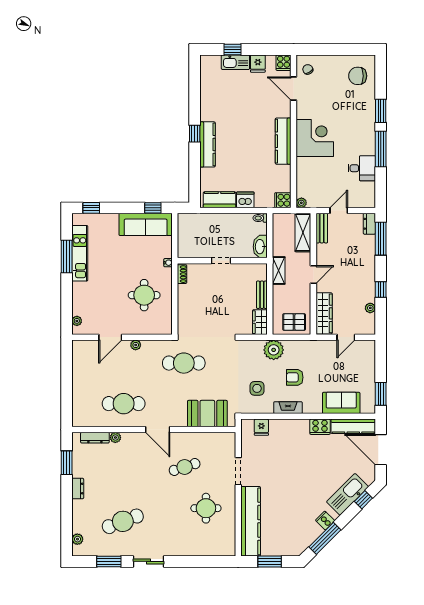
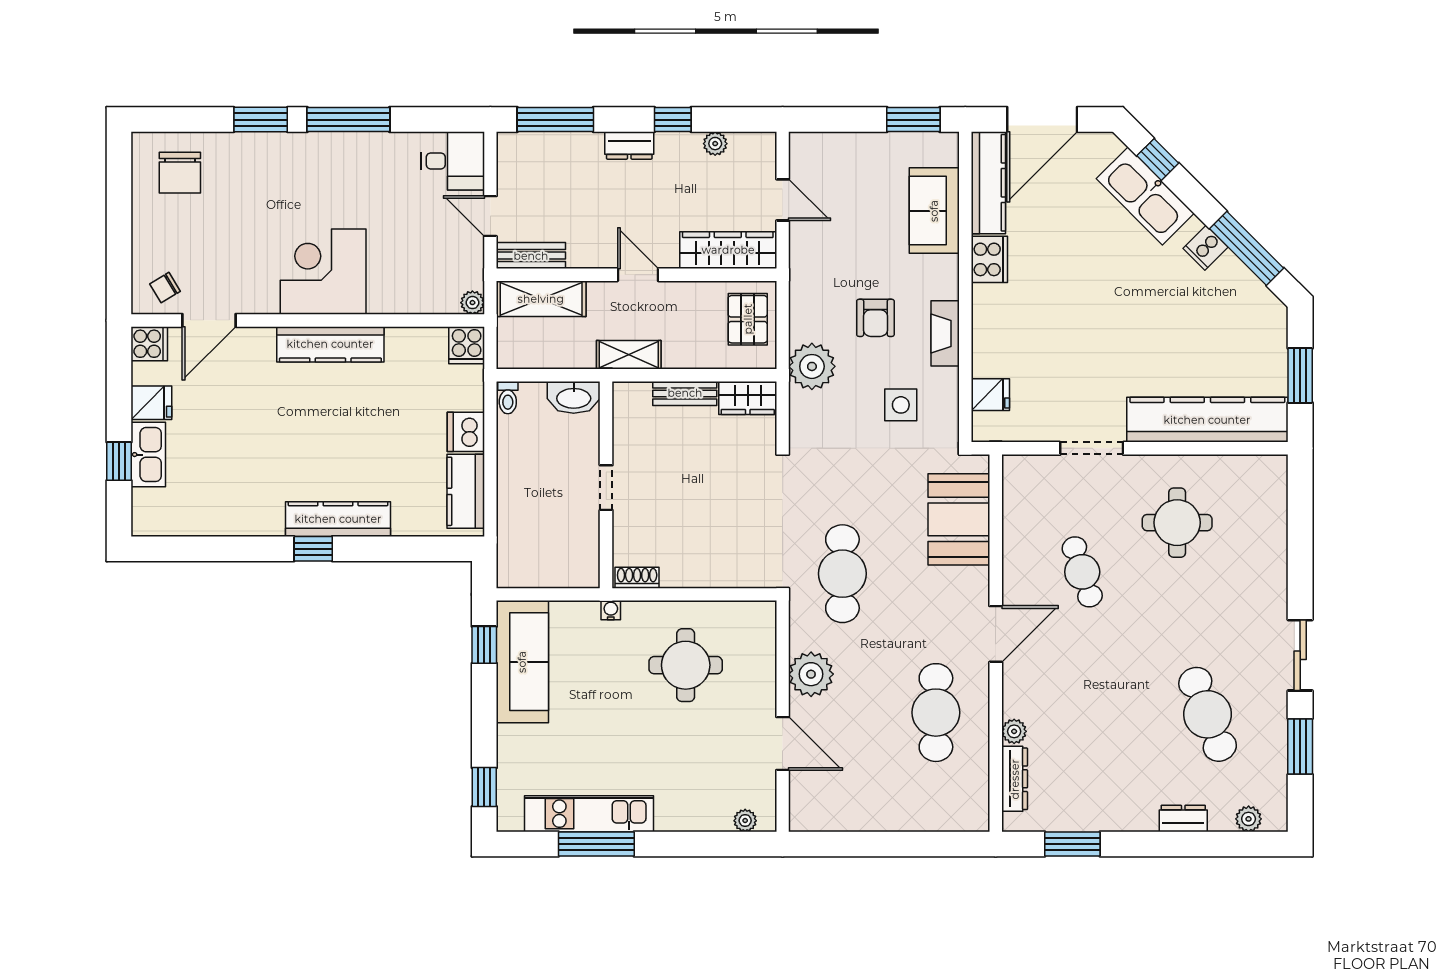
desk: (362, 168) -> (453, 161), moved, turned 90
dresser: (369, 224) -> (629, 145), moved
plant: (136, 345) -> (811, 674), width x1.87, depth x1.87
dresser: (78, 489) -> (1183, 818), moved

